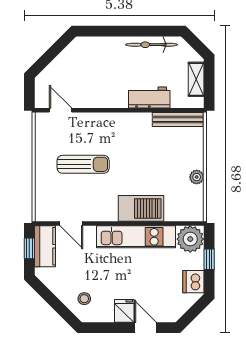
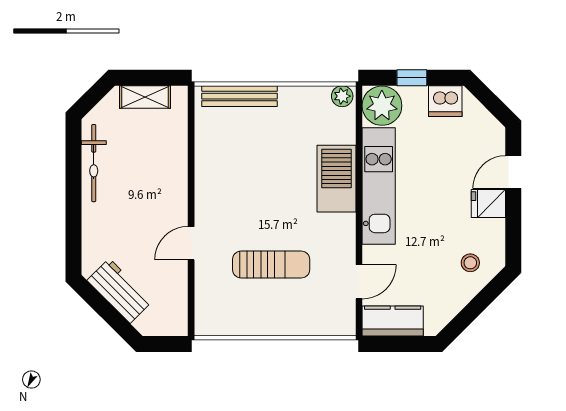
workbench: (149, 98) -> (120, 291), moved, turned 135
door: (61, 110) -> (191, 243), moved
bench: (178, 120) -> (240, 96), moved, turned 90
sun lounger: (83, 164) -> (271, 265), turned 90
plant: (197, 177) -> (342, 96), moved
window: (29, 248) -> (396, 344), removed

